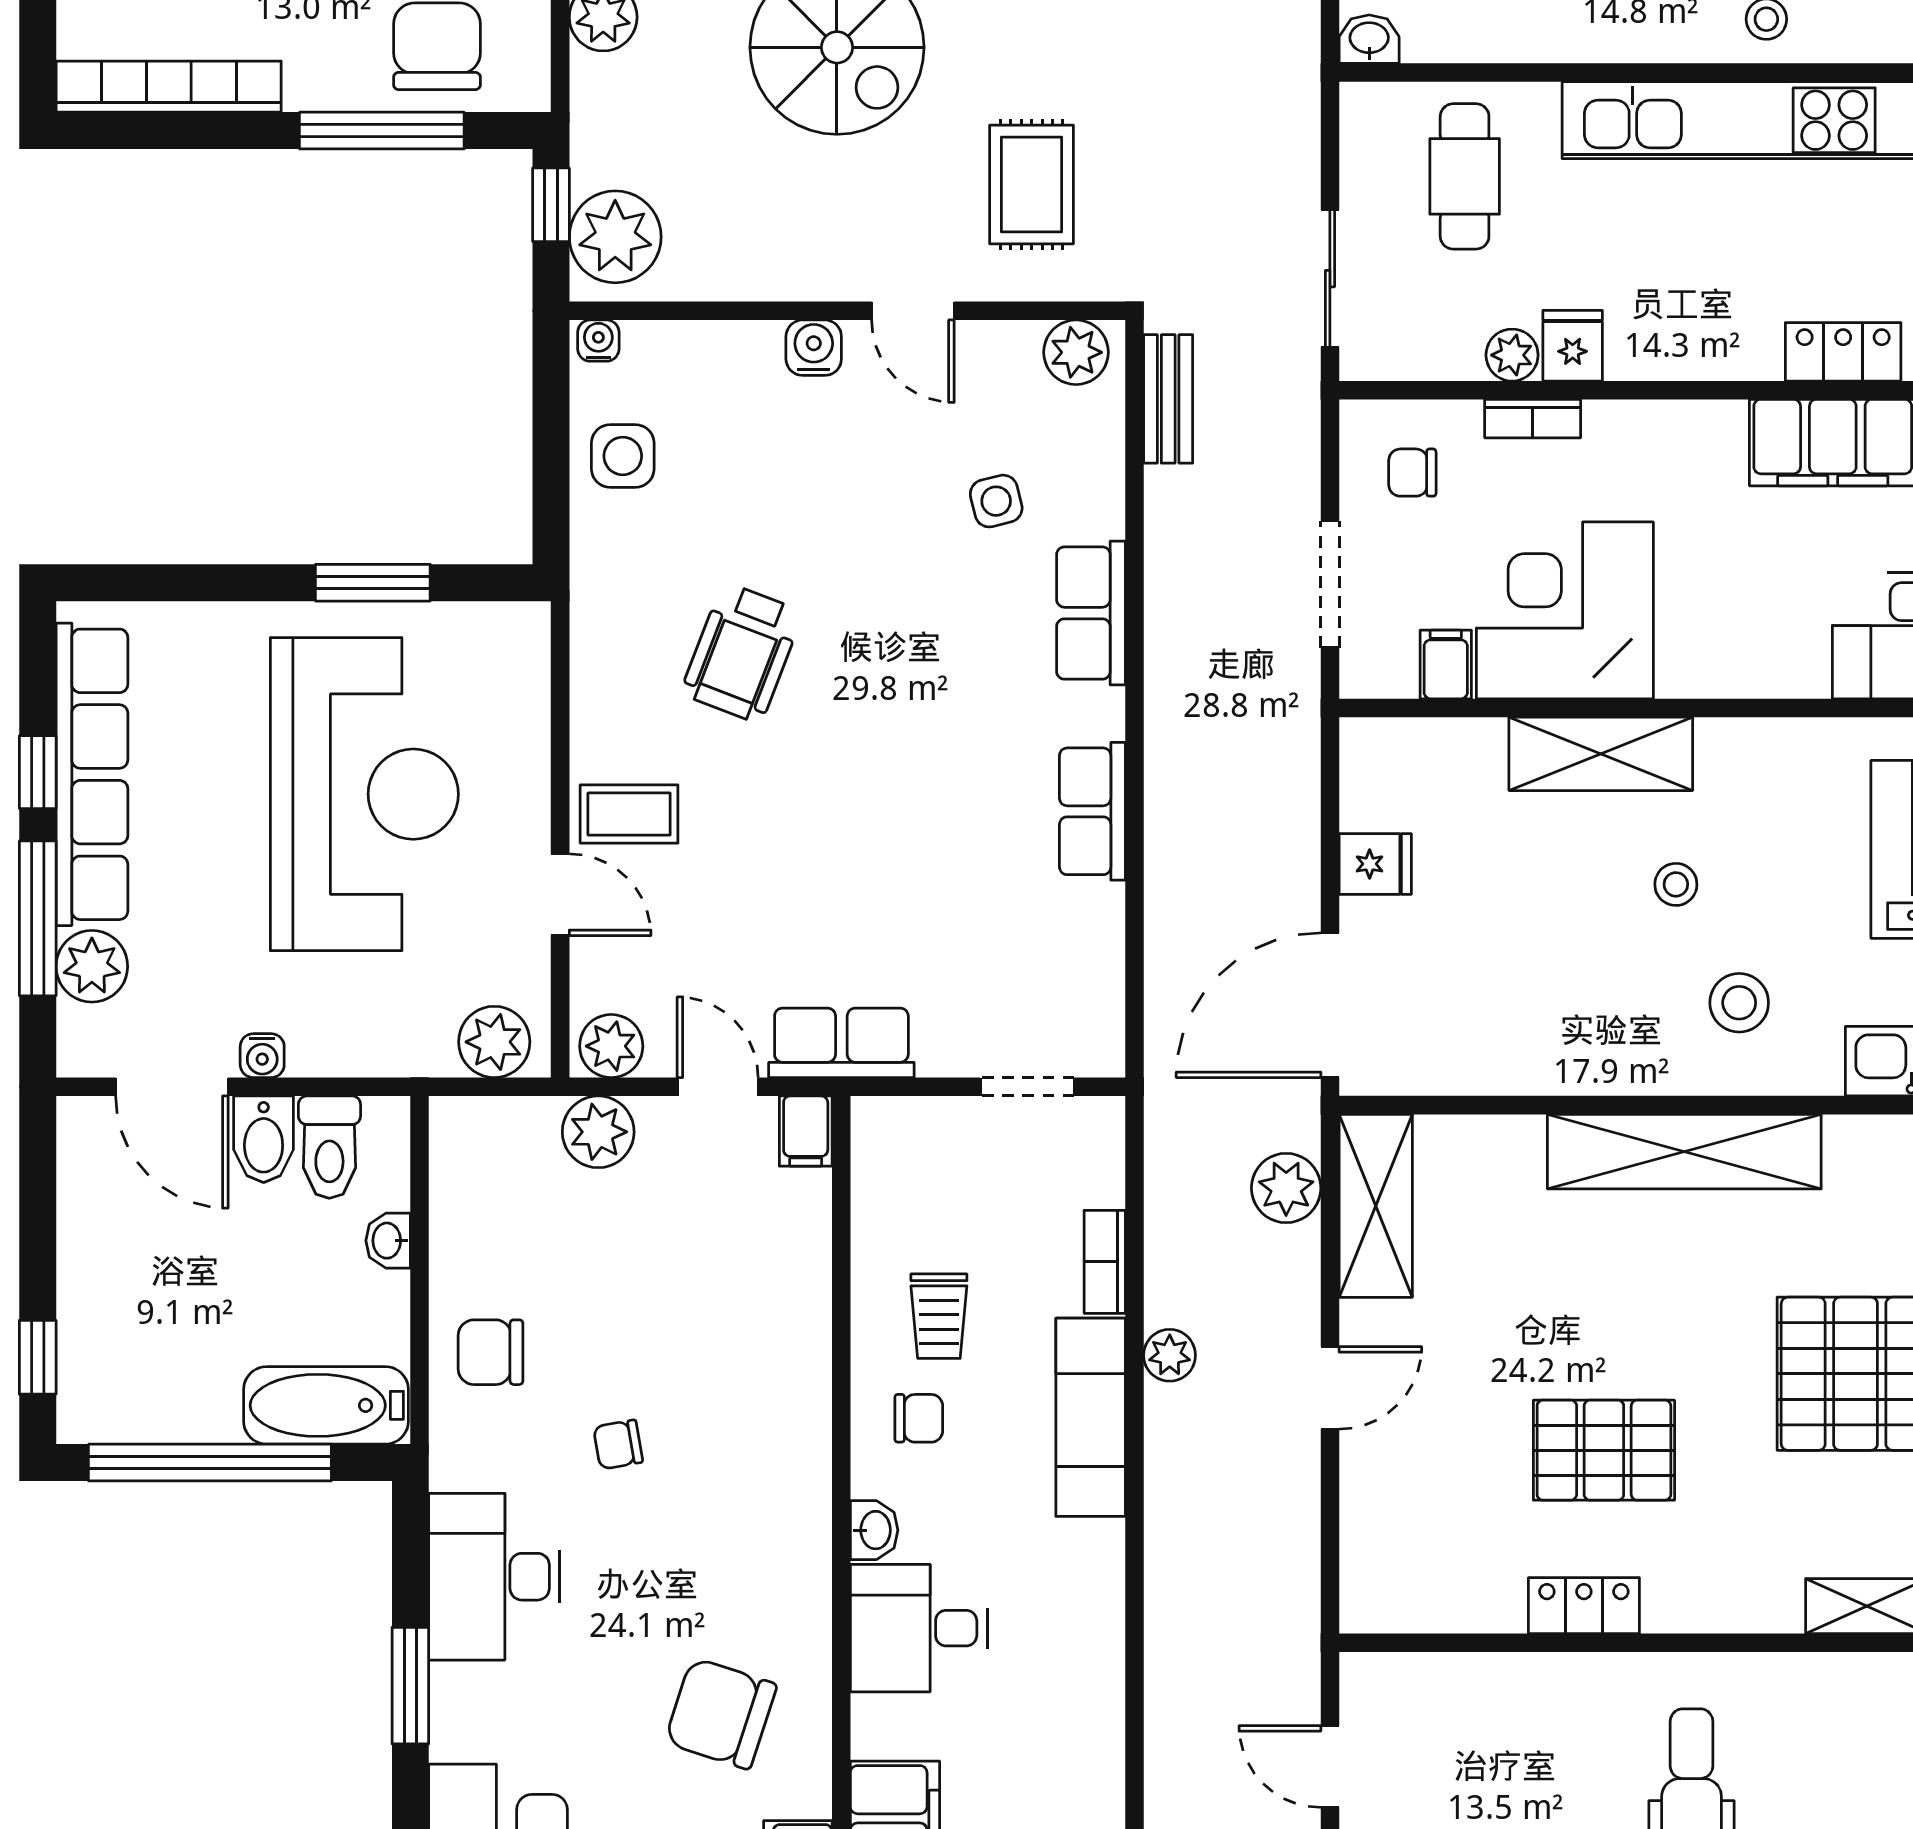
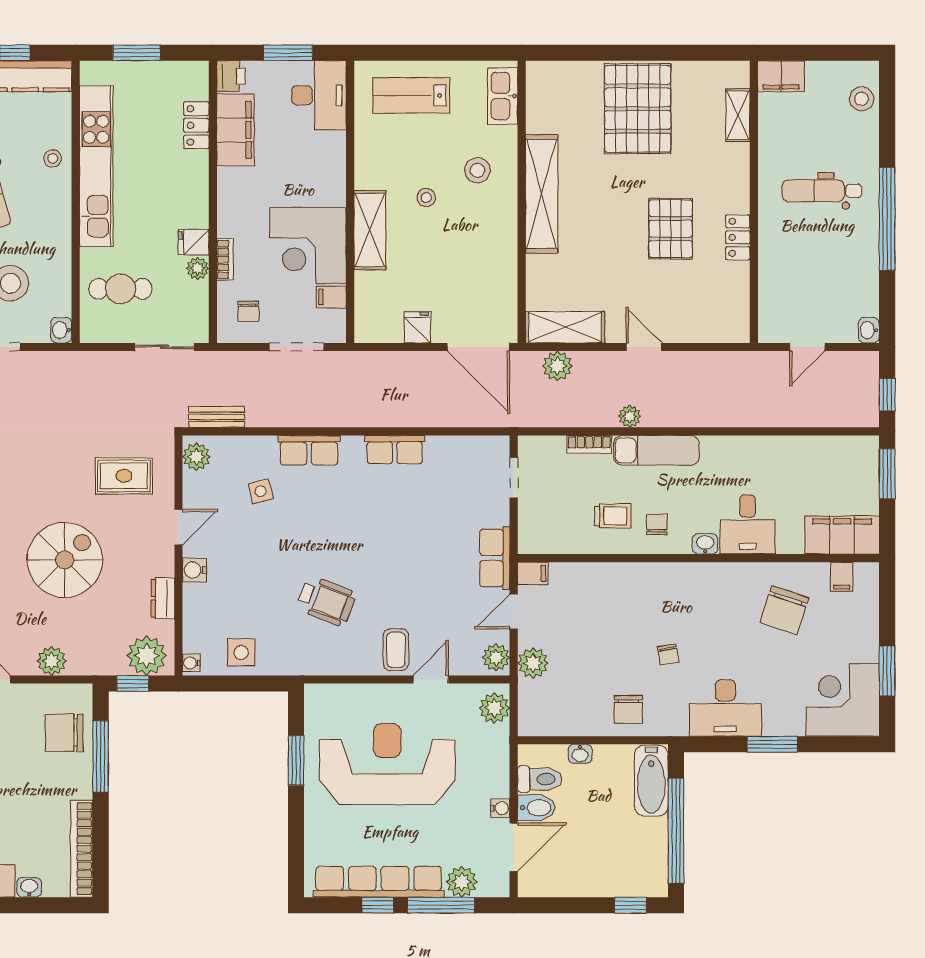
dresser: (748, 275) -> (163, 598), added

